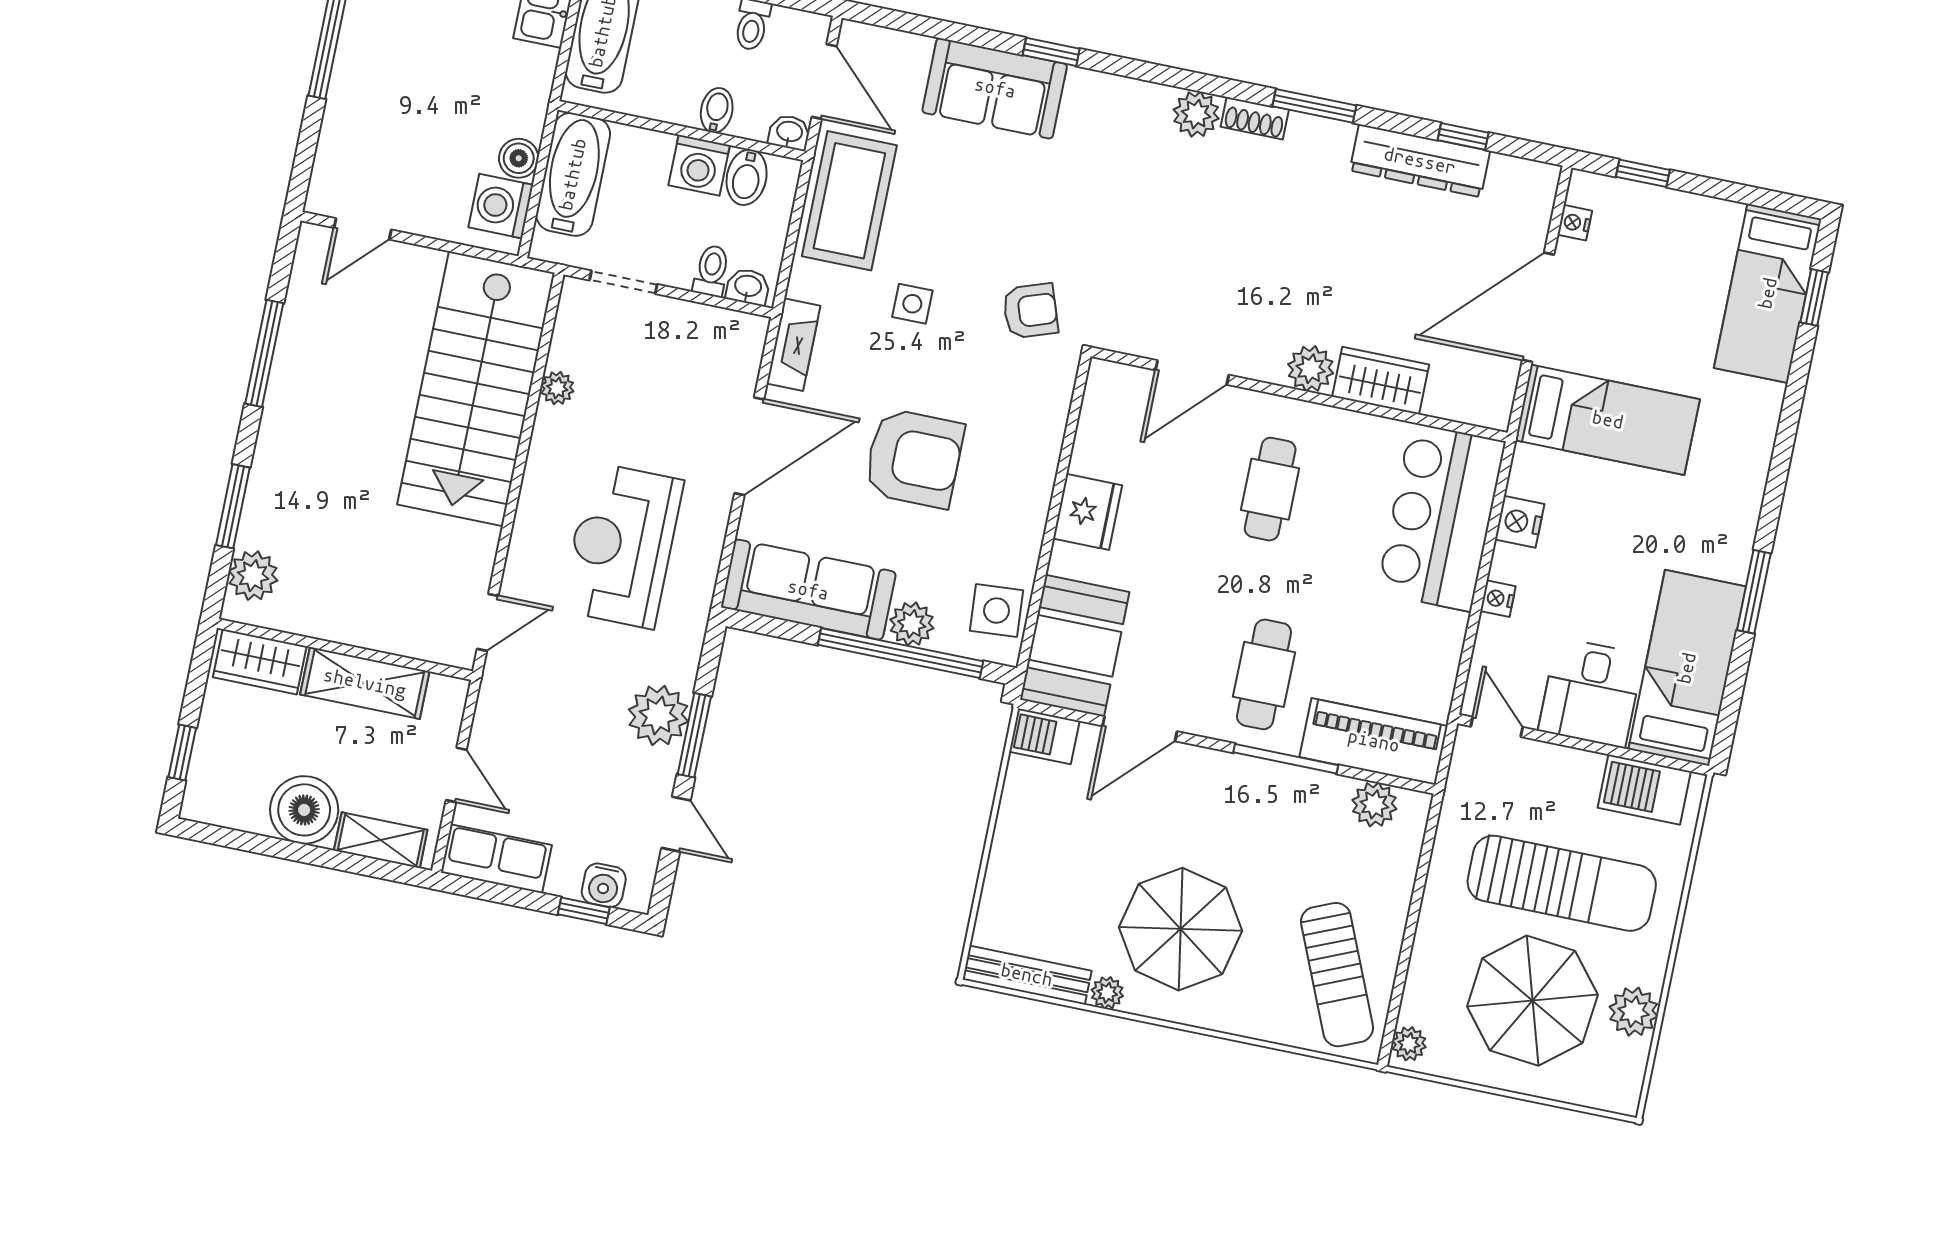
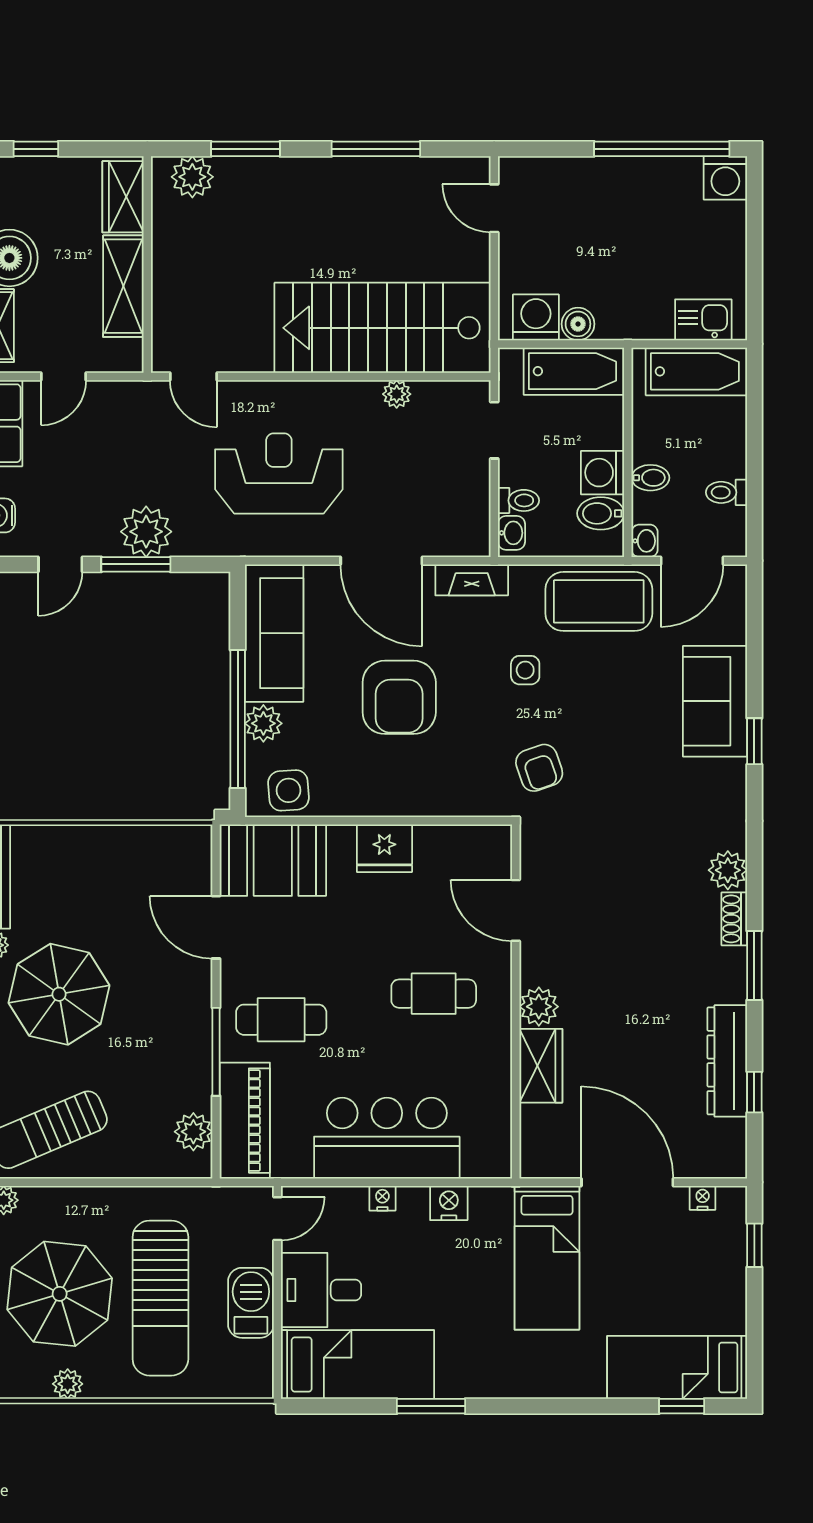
bar counter: (1441, 517) -> (387, 1138), moved
barbecue: (1044, 736) -> (194, 851), removed
barbecue: (1644, 789) -> (251, 1303), moved
plant: (1634, 1012) -> (68, 1384), width x0.73, depth x0.73

